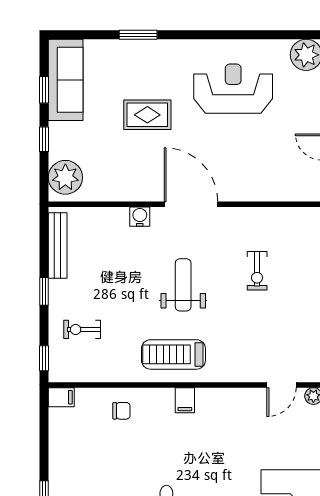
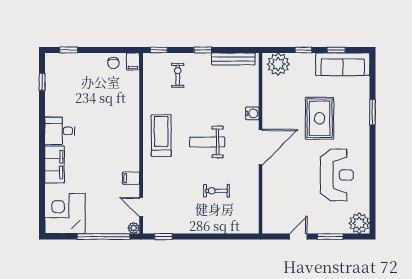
rug: (147, 115) -> (320, 118), width x1.36, depth x1.43
weight bench: (183, 285) -> (207, 142), turned 180
filing cabinet: (185, 400) -> (131, 178), moved
chair: (121, 411) -> (113, 63), moved

